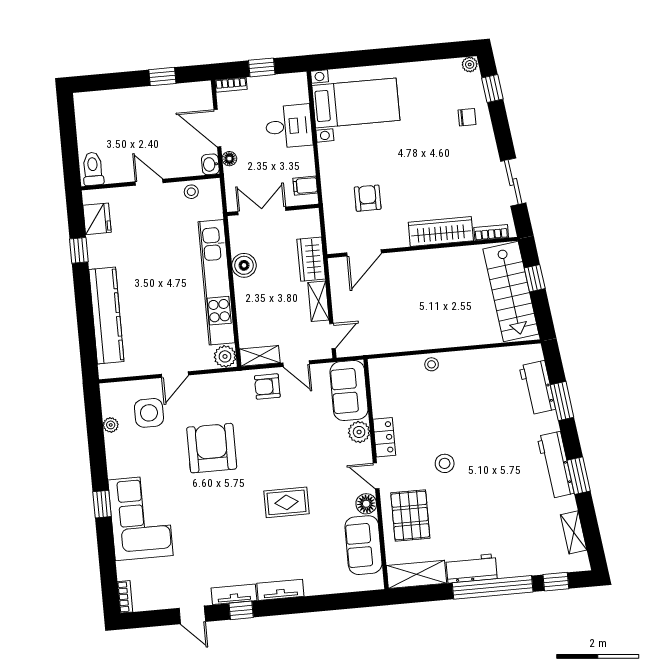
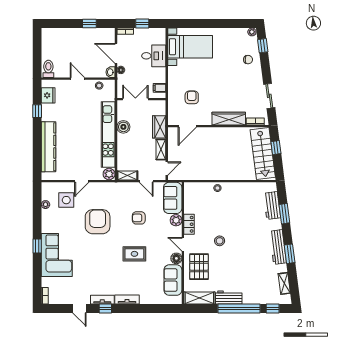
armchair: (267, 387) -> (139, 218), moved

